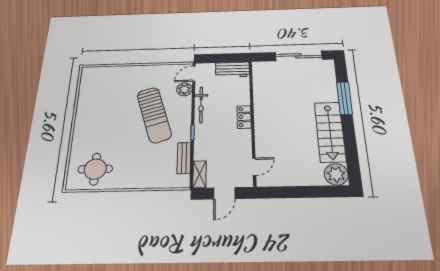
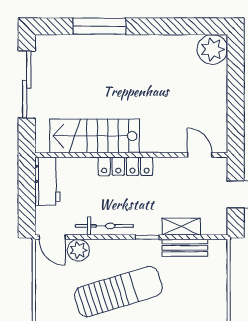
locker: (244, 117) -> (125, 166), width x1.53
stairs: (330, 132) -> (94, 136), moved, turned 180
shelving: (200, 174) -> (181, 227), moved

